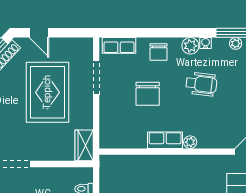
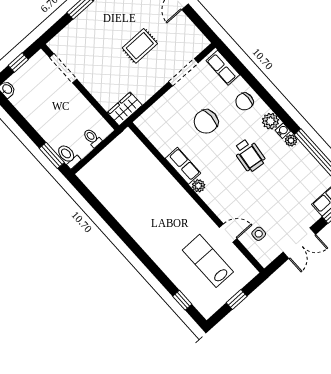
plant: (236, 43) -> (291, 140), moved
rug: (47, 92) -> (140, 46), width x0.54, depth x0.49

